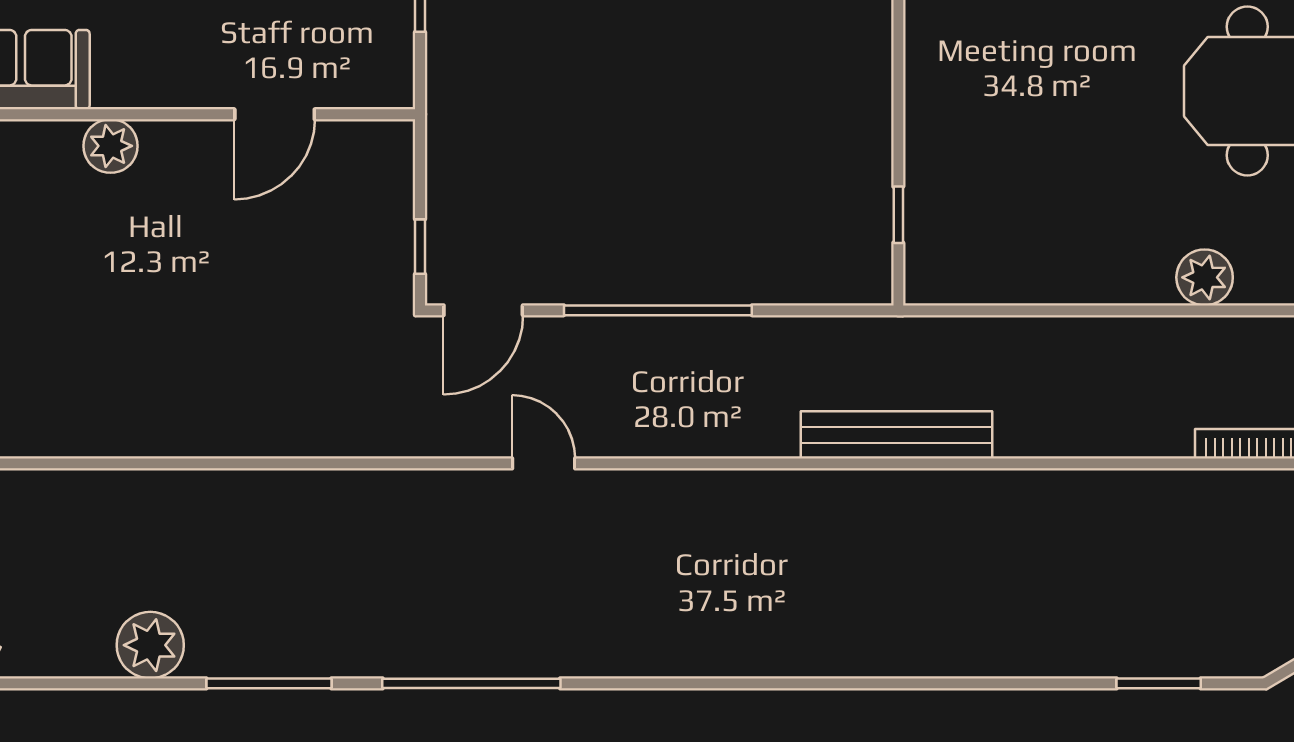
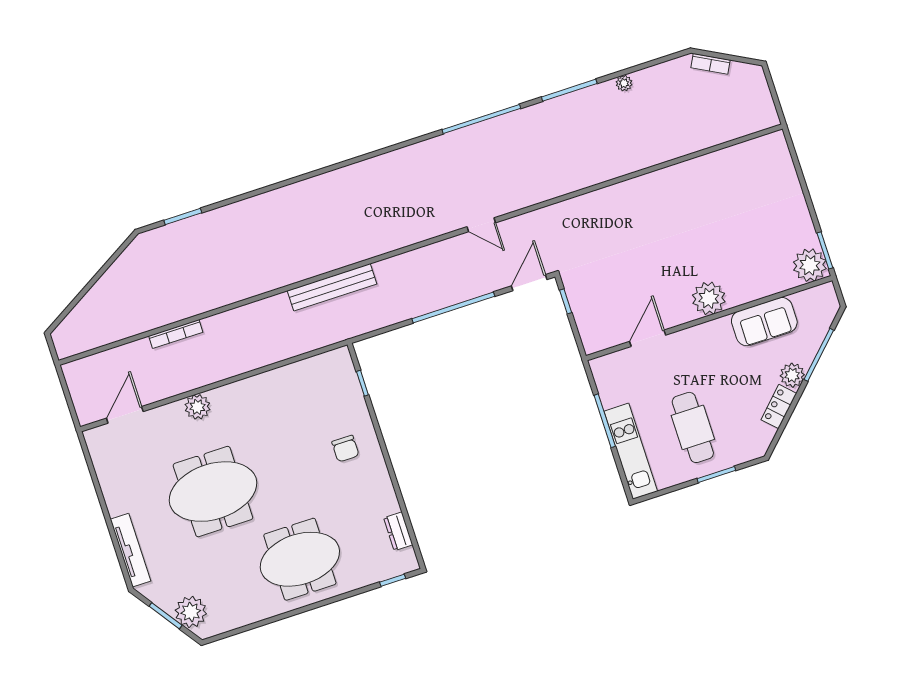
chair: (978, 90) -> (345, 449), added
plant: (111, 146) -> (709, 298), width x1.36, depth x1.36
plant: (1205, 277) -> (197, 407), moved
plant: (150, 645) -> (624, 83), width x0.53, depth x0.53

